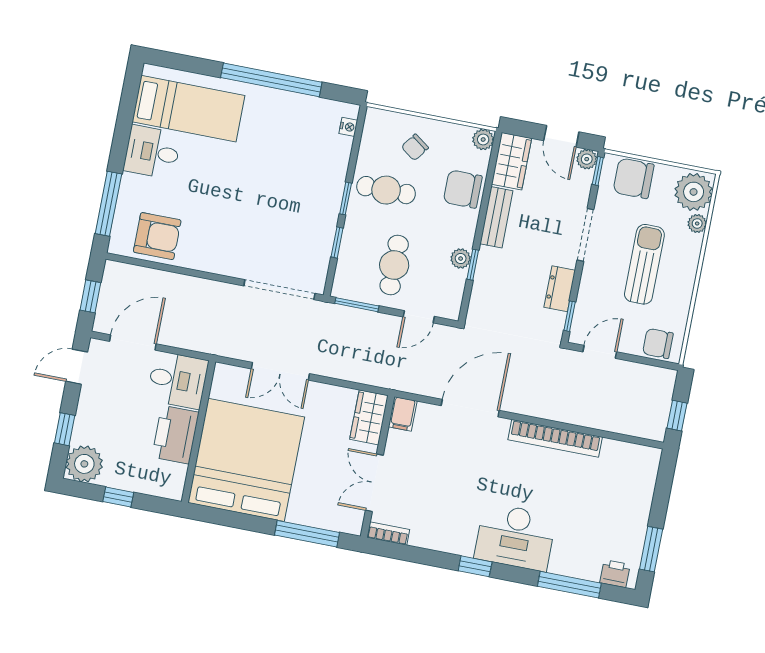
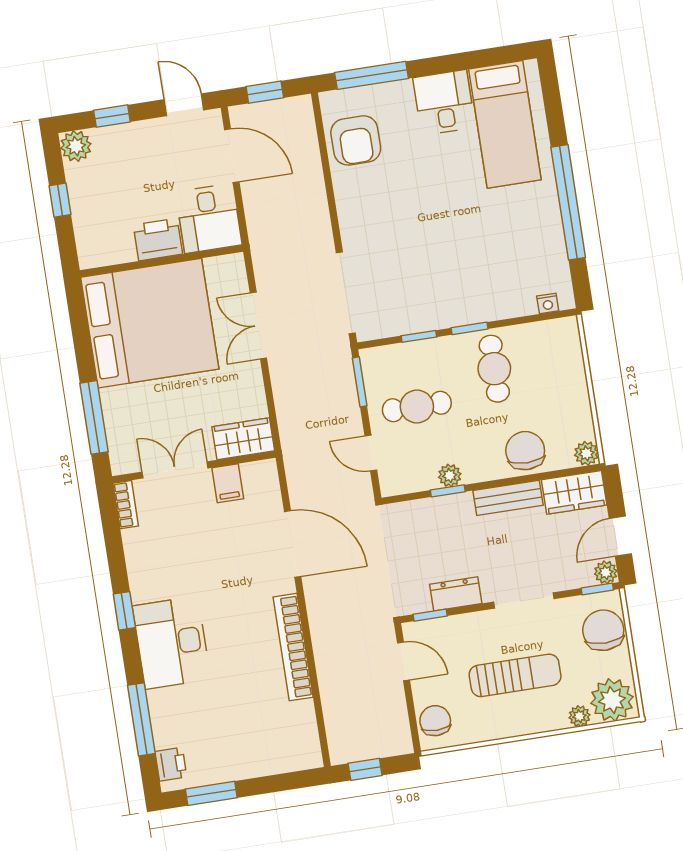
chair: (415, 147) -> (552, 383), removed
filing cabinet: (403, 414) -> (228, 483), moved, turned -90
printer: (175, 435) -> (158, 240), width x0.73, depth x0.84
plant: (84, 464) -> (76, 146), width x0.73, depth x0.73

